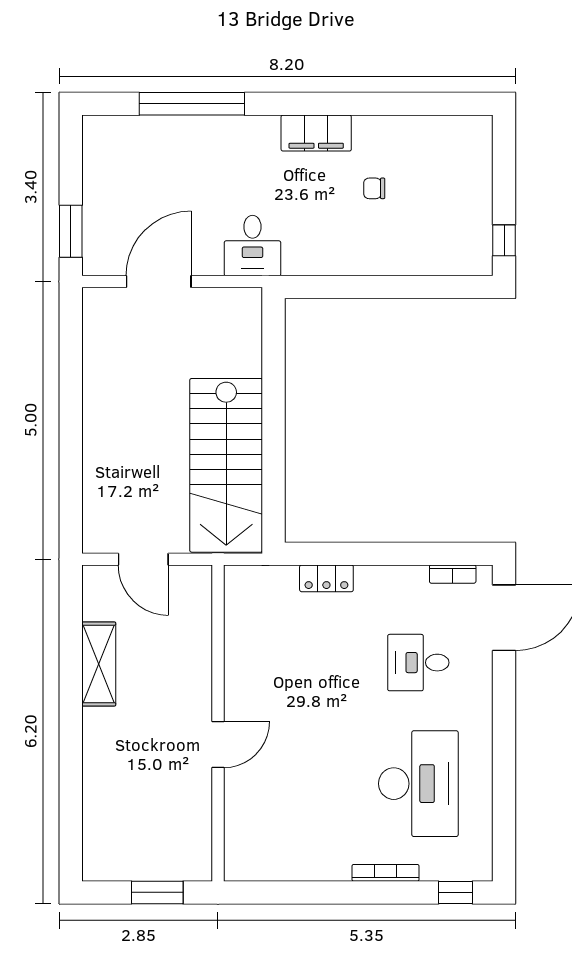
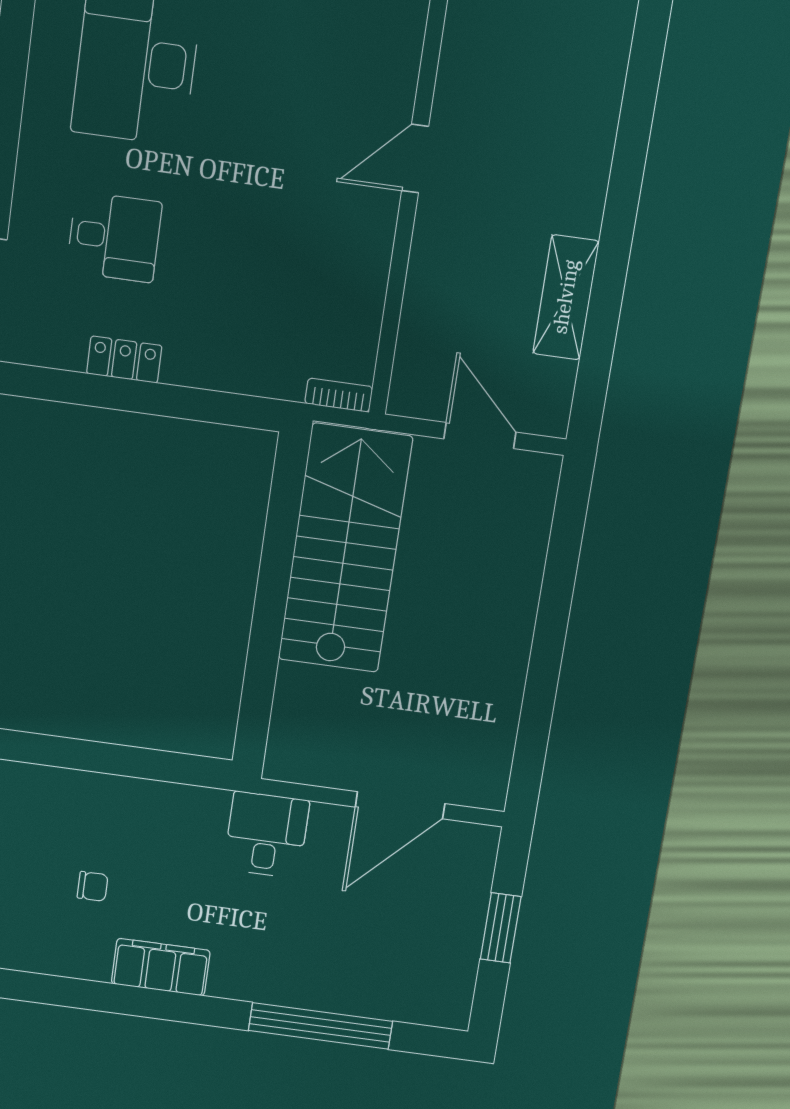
window: (71, 231) -> (501, 928), moved
bookcase: (453, 574) -> (339, 395), moved
locker: (326, 578) -> (124, 360), moved

